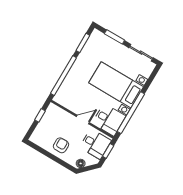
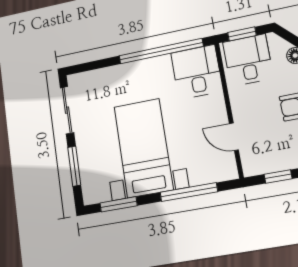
window: (64, 76) -> (189, 192), width x0.68
bed with nightstands: (116, 85) -> (143, 148), moved, turned 180
door: (83, 120) -> (234, 137), moved

